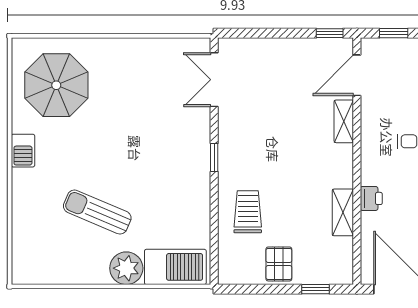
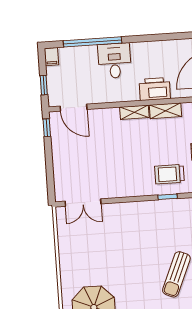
shelving: (344, 121) -> (134, 112), moved
window: (214, 158) -> (168, 197), moved
printer: (371, 198) -> (155, 89), width x1.87, depth x1.48

